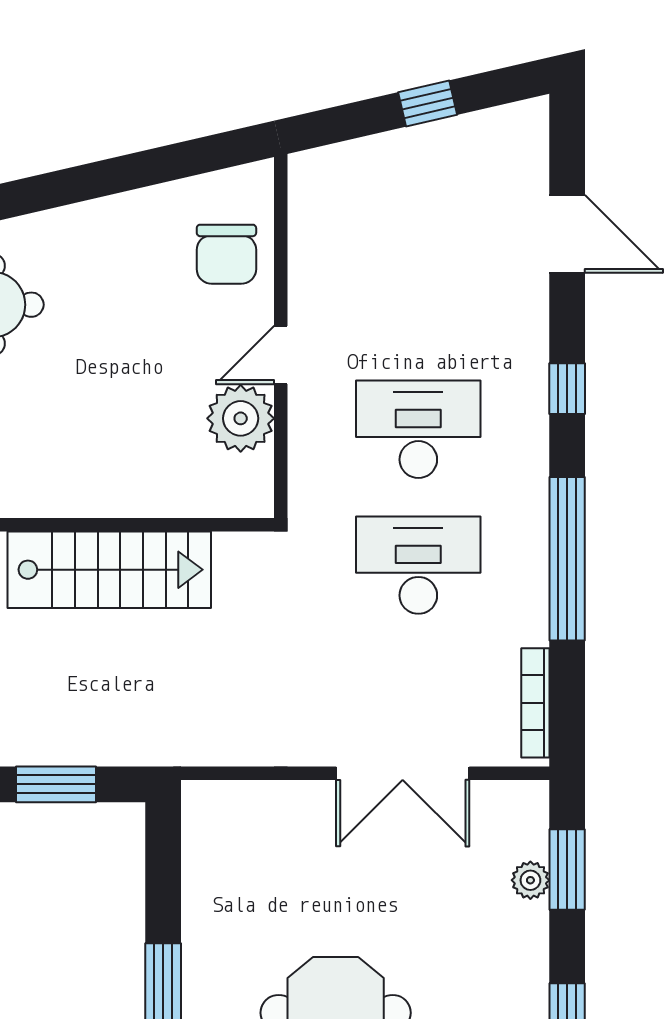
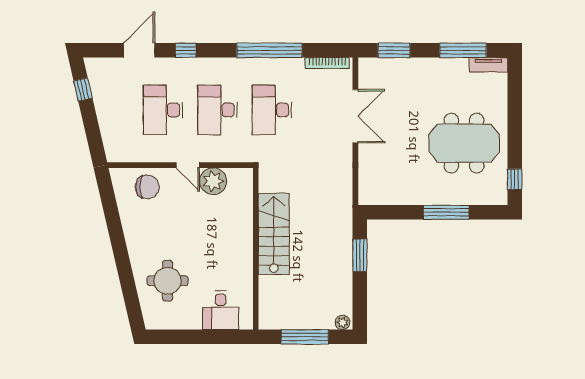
window: (428, 103) -> (83, 90), moved
desk: (418, 293) -> (163, 110), added
window: (567, 389) -> (186, 50), moved
plant: (530, 880) -> (398, 65), removed

